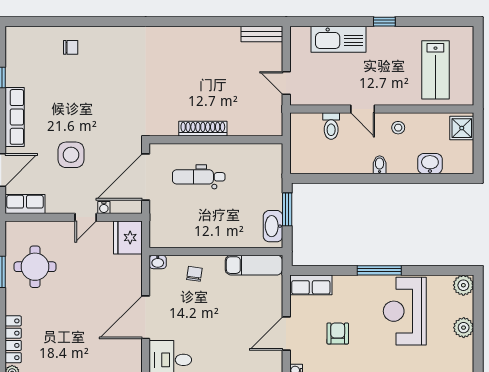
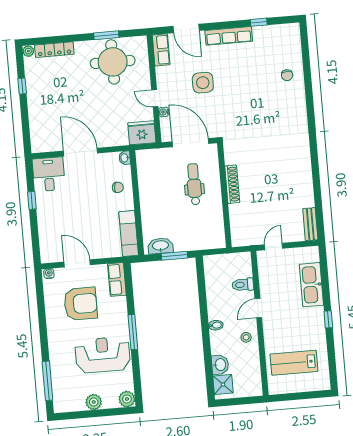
shower: (462, 128) -> (223, 385), moved
round table: (35, 267) -> (113, 62), width x1.36, depth x1.36
armchair: (338, 333) -> (81, 304), width x1.88, depth x1.88

